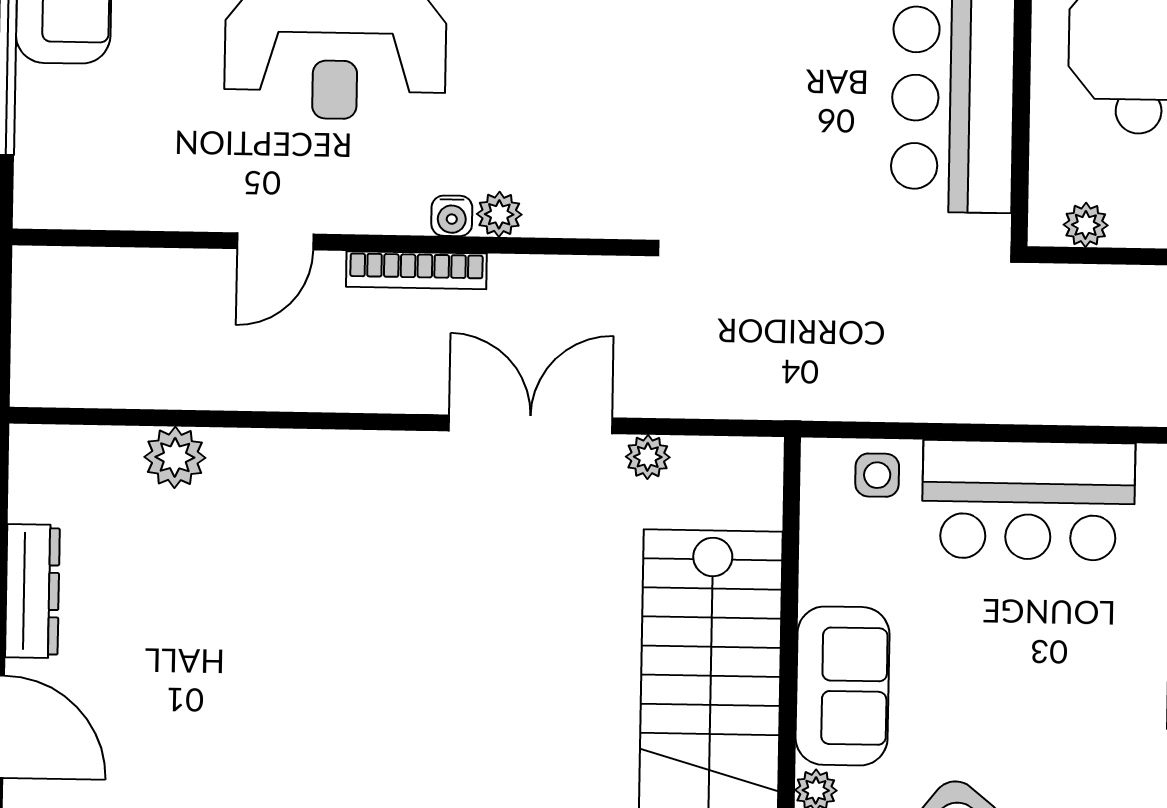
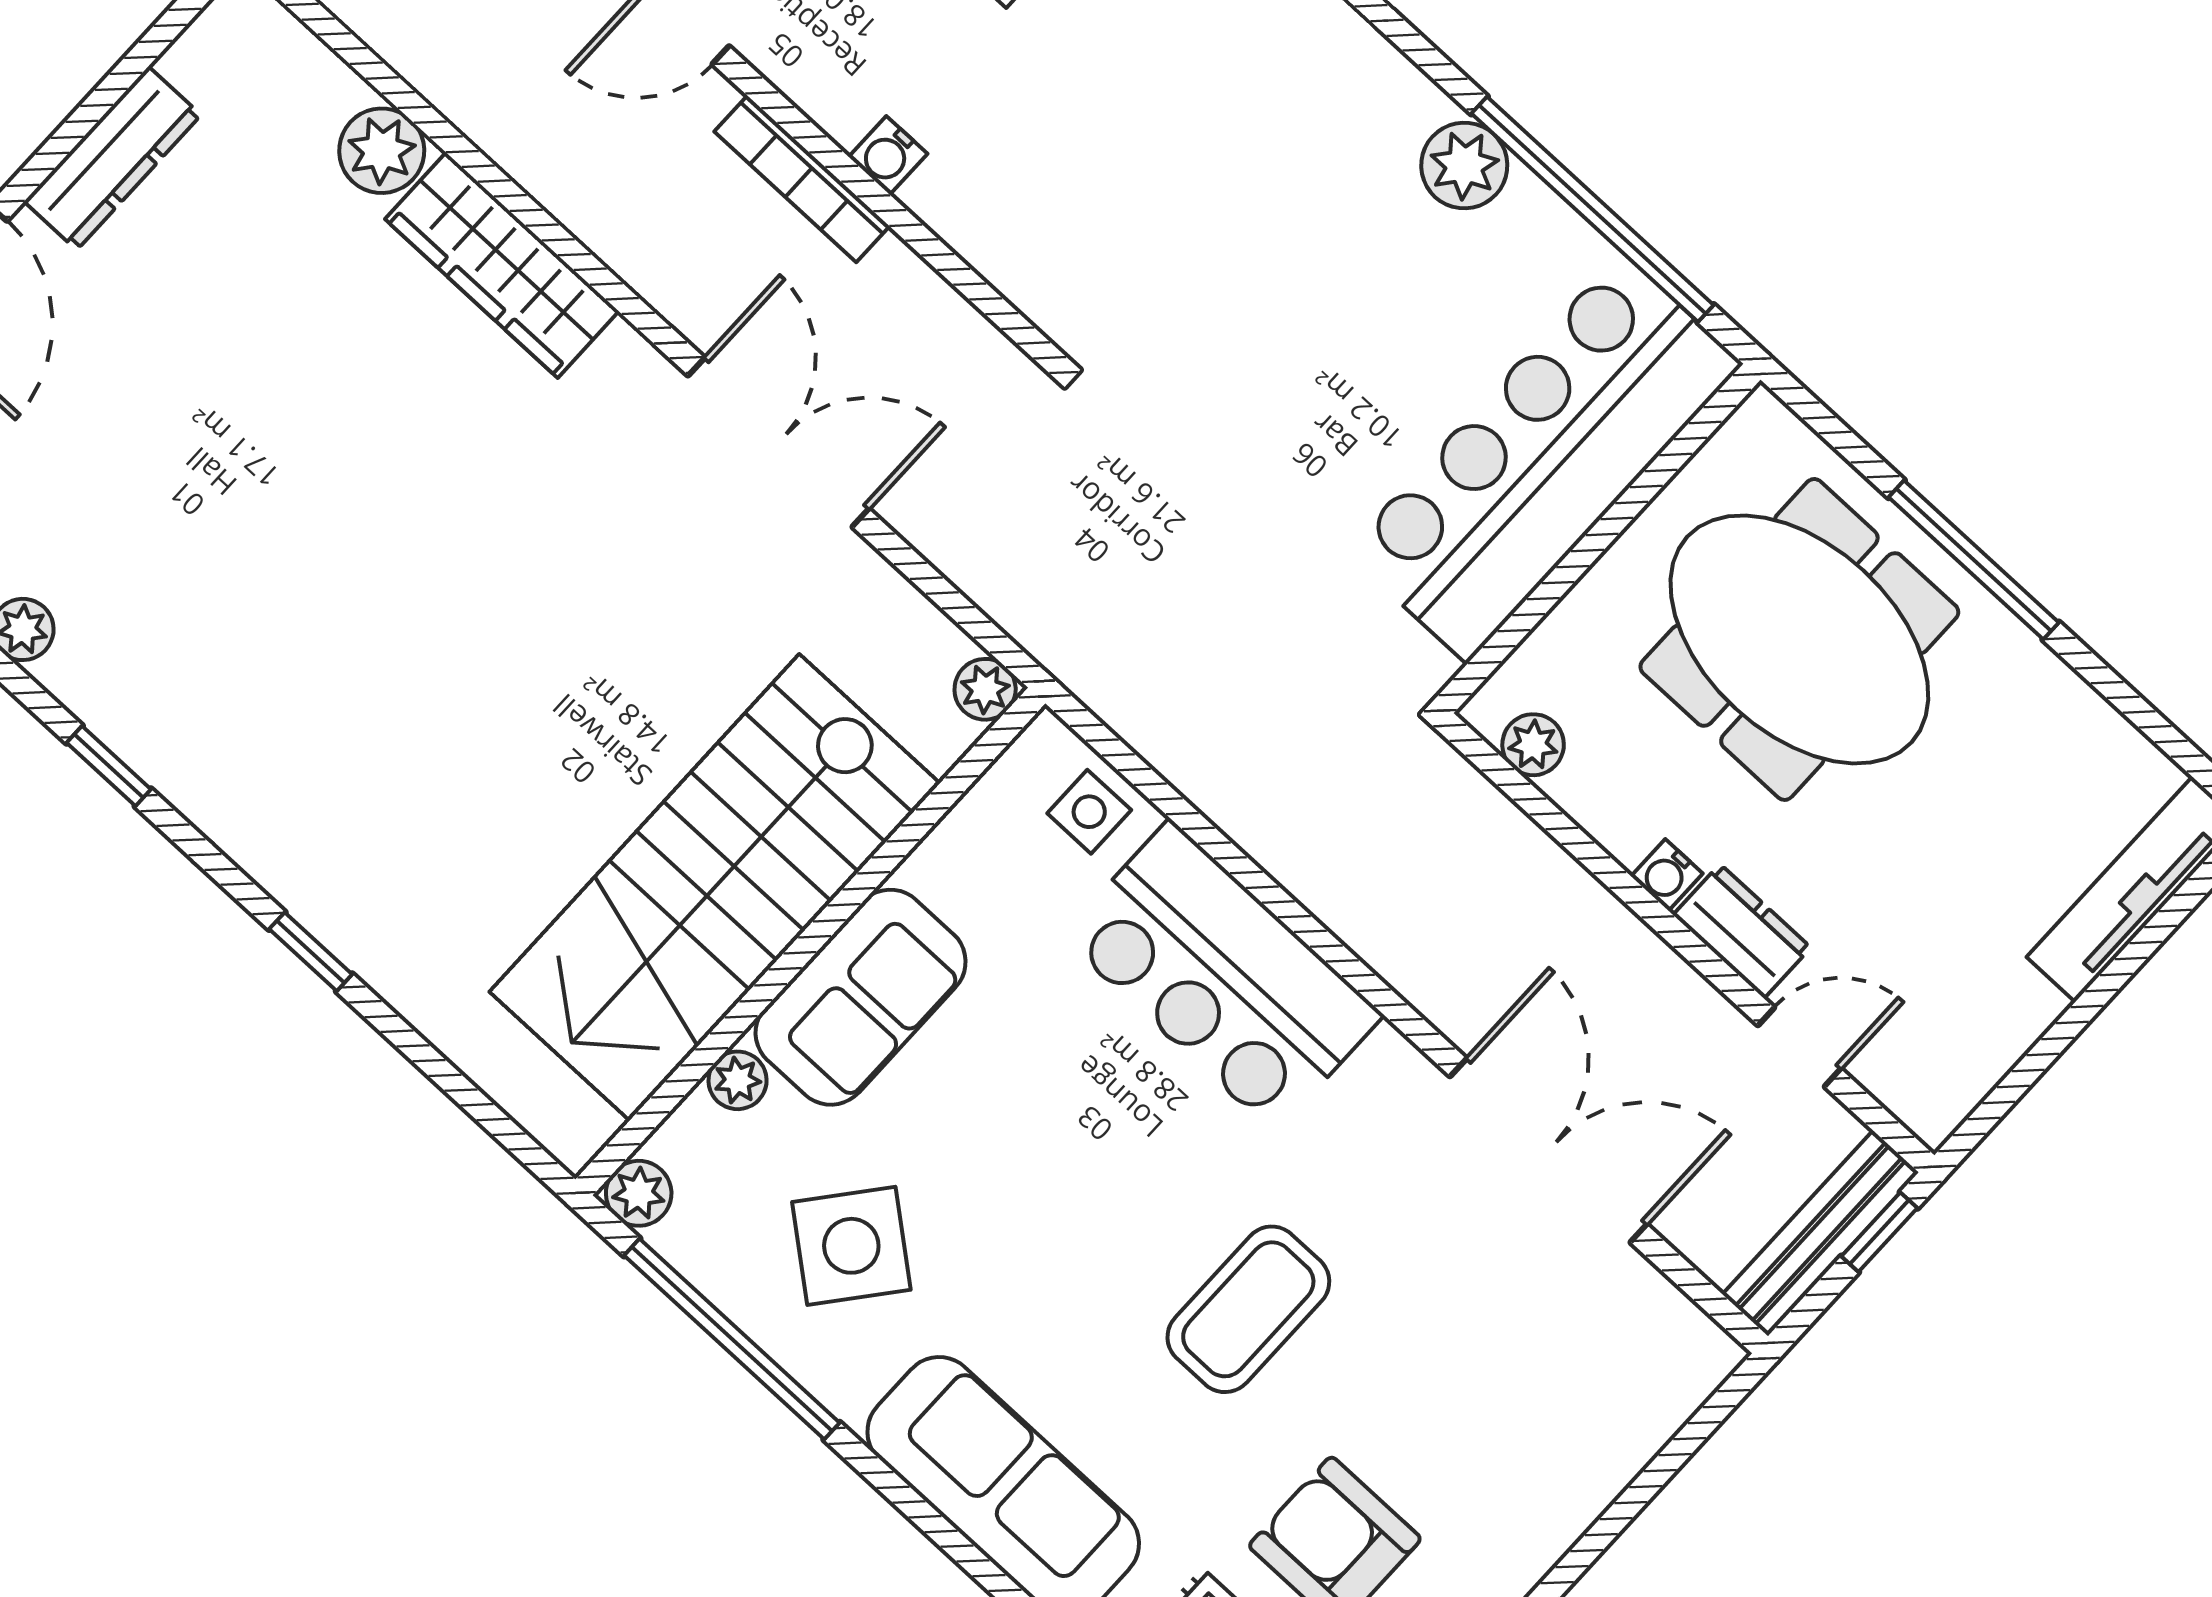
plant: (499, 214) -> (938, 197), removed
plant: (648, 457) -> (985, 689), moved
wardrobe: (295, 462) -> (502, 265), added

